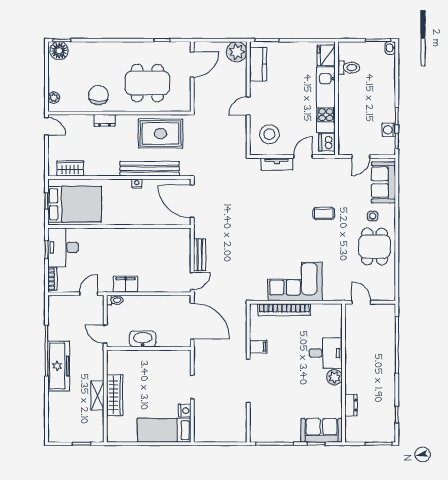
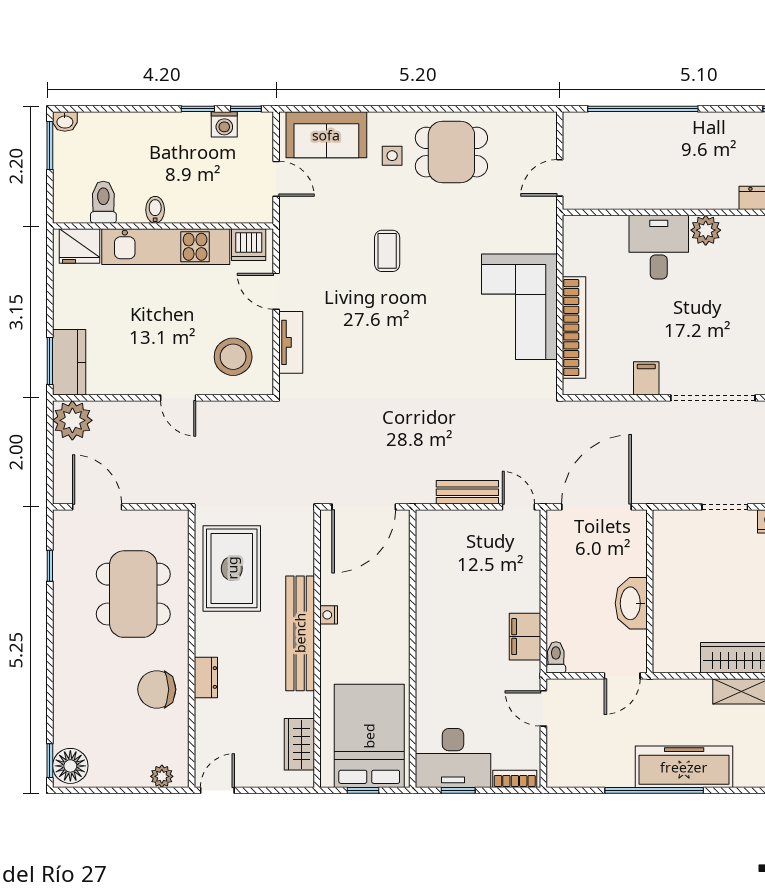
kitchen counter: (258, 64) -> (69, 362), moved, turned 90
bidet: (345, 94) -> (155, 210), added
bench: (150, 169) -> (300, 633), moved

